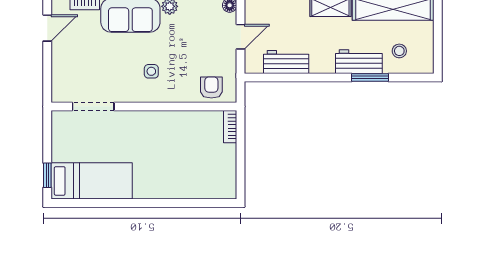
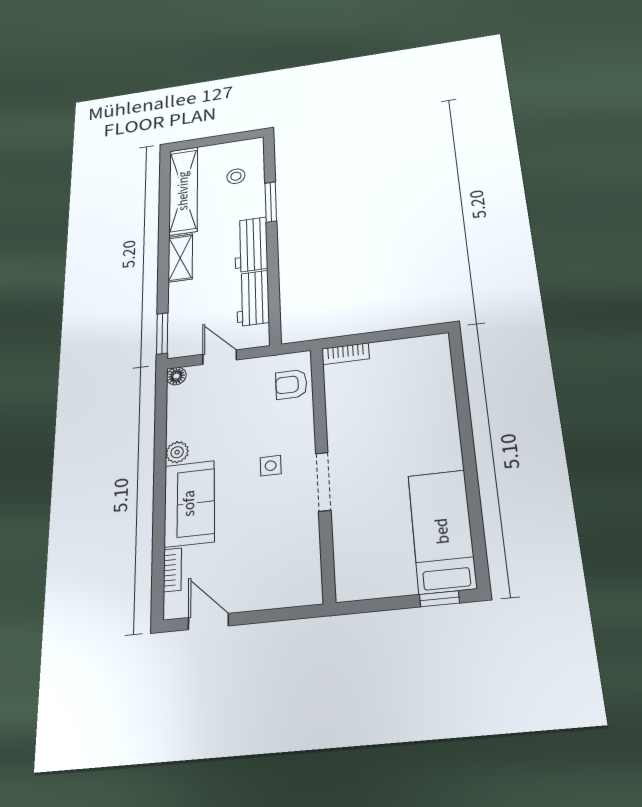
workbench: (359, 62) -> (251, 245), moved
doorway: (93, 106) -> (323, 482), moved

